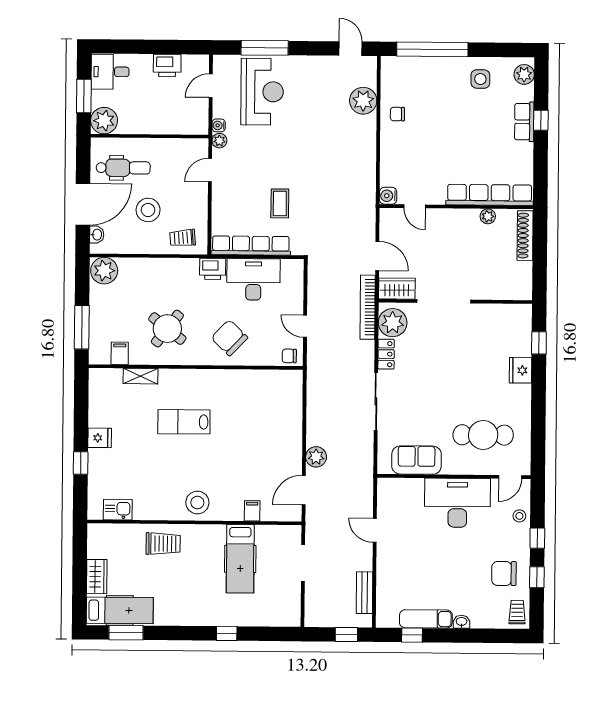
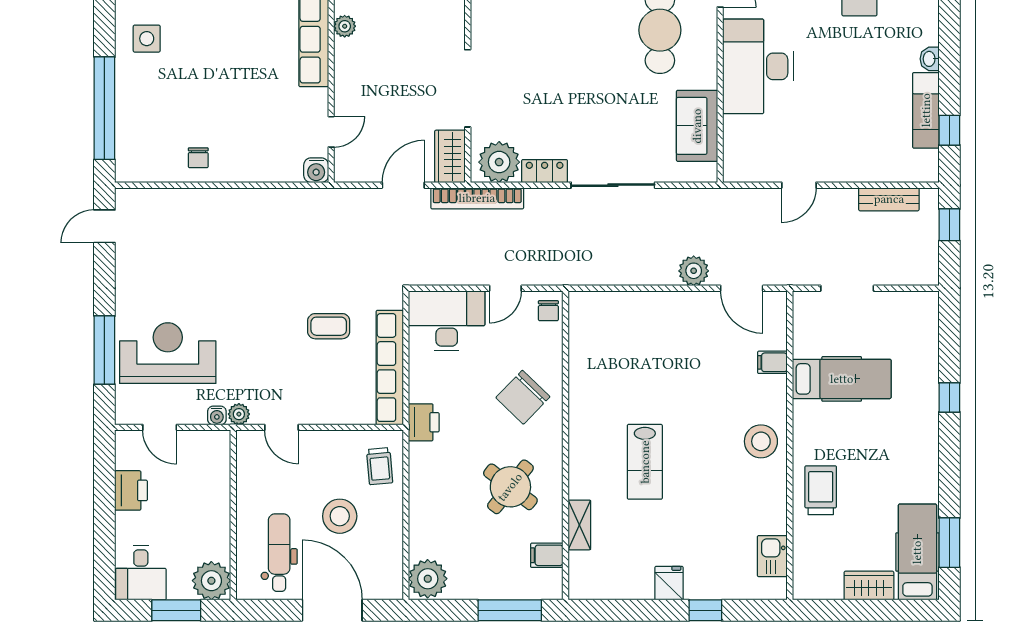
plant: (363, 101) -> (179, 207), removed
washbasin: (97, 235) -> (376, 590), removed
desk: (253, 279) -> (447, 321), moved, turned 90

